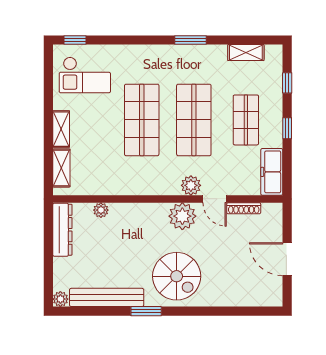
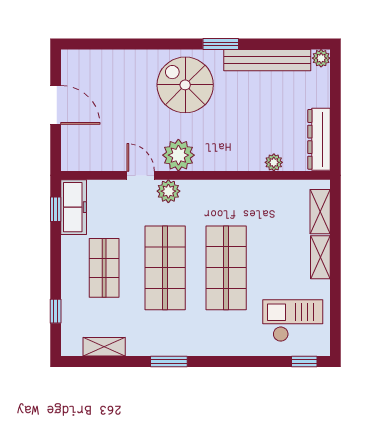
window: (287, 128) -> (56, 209), moved
shoe rack: (244, 208) -> (107, 164), removed

